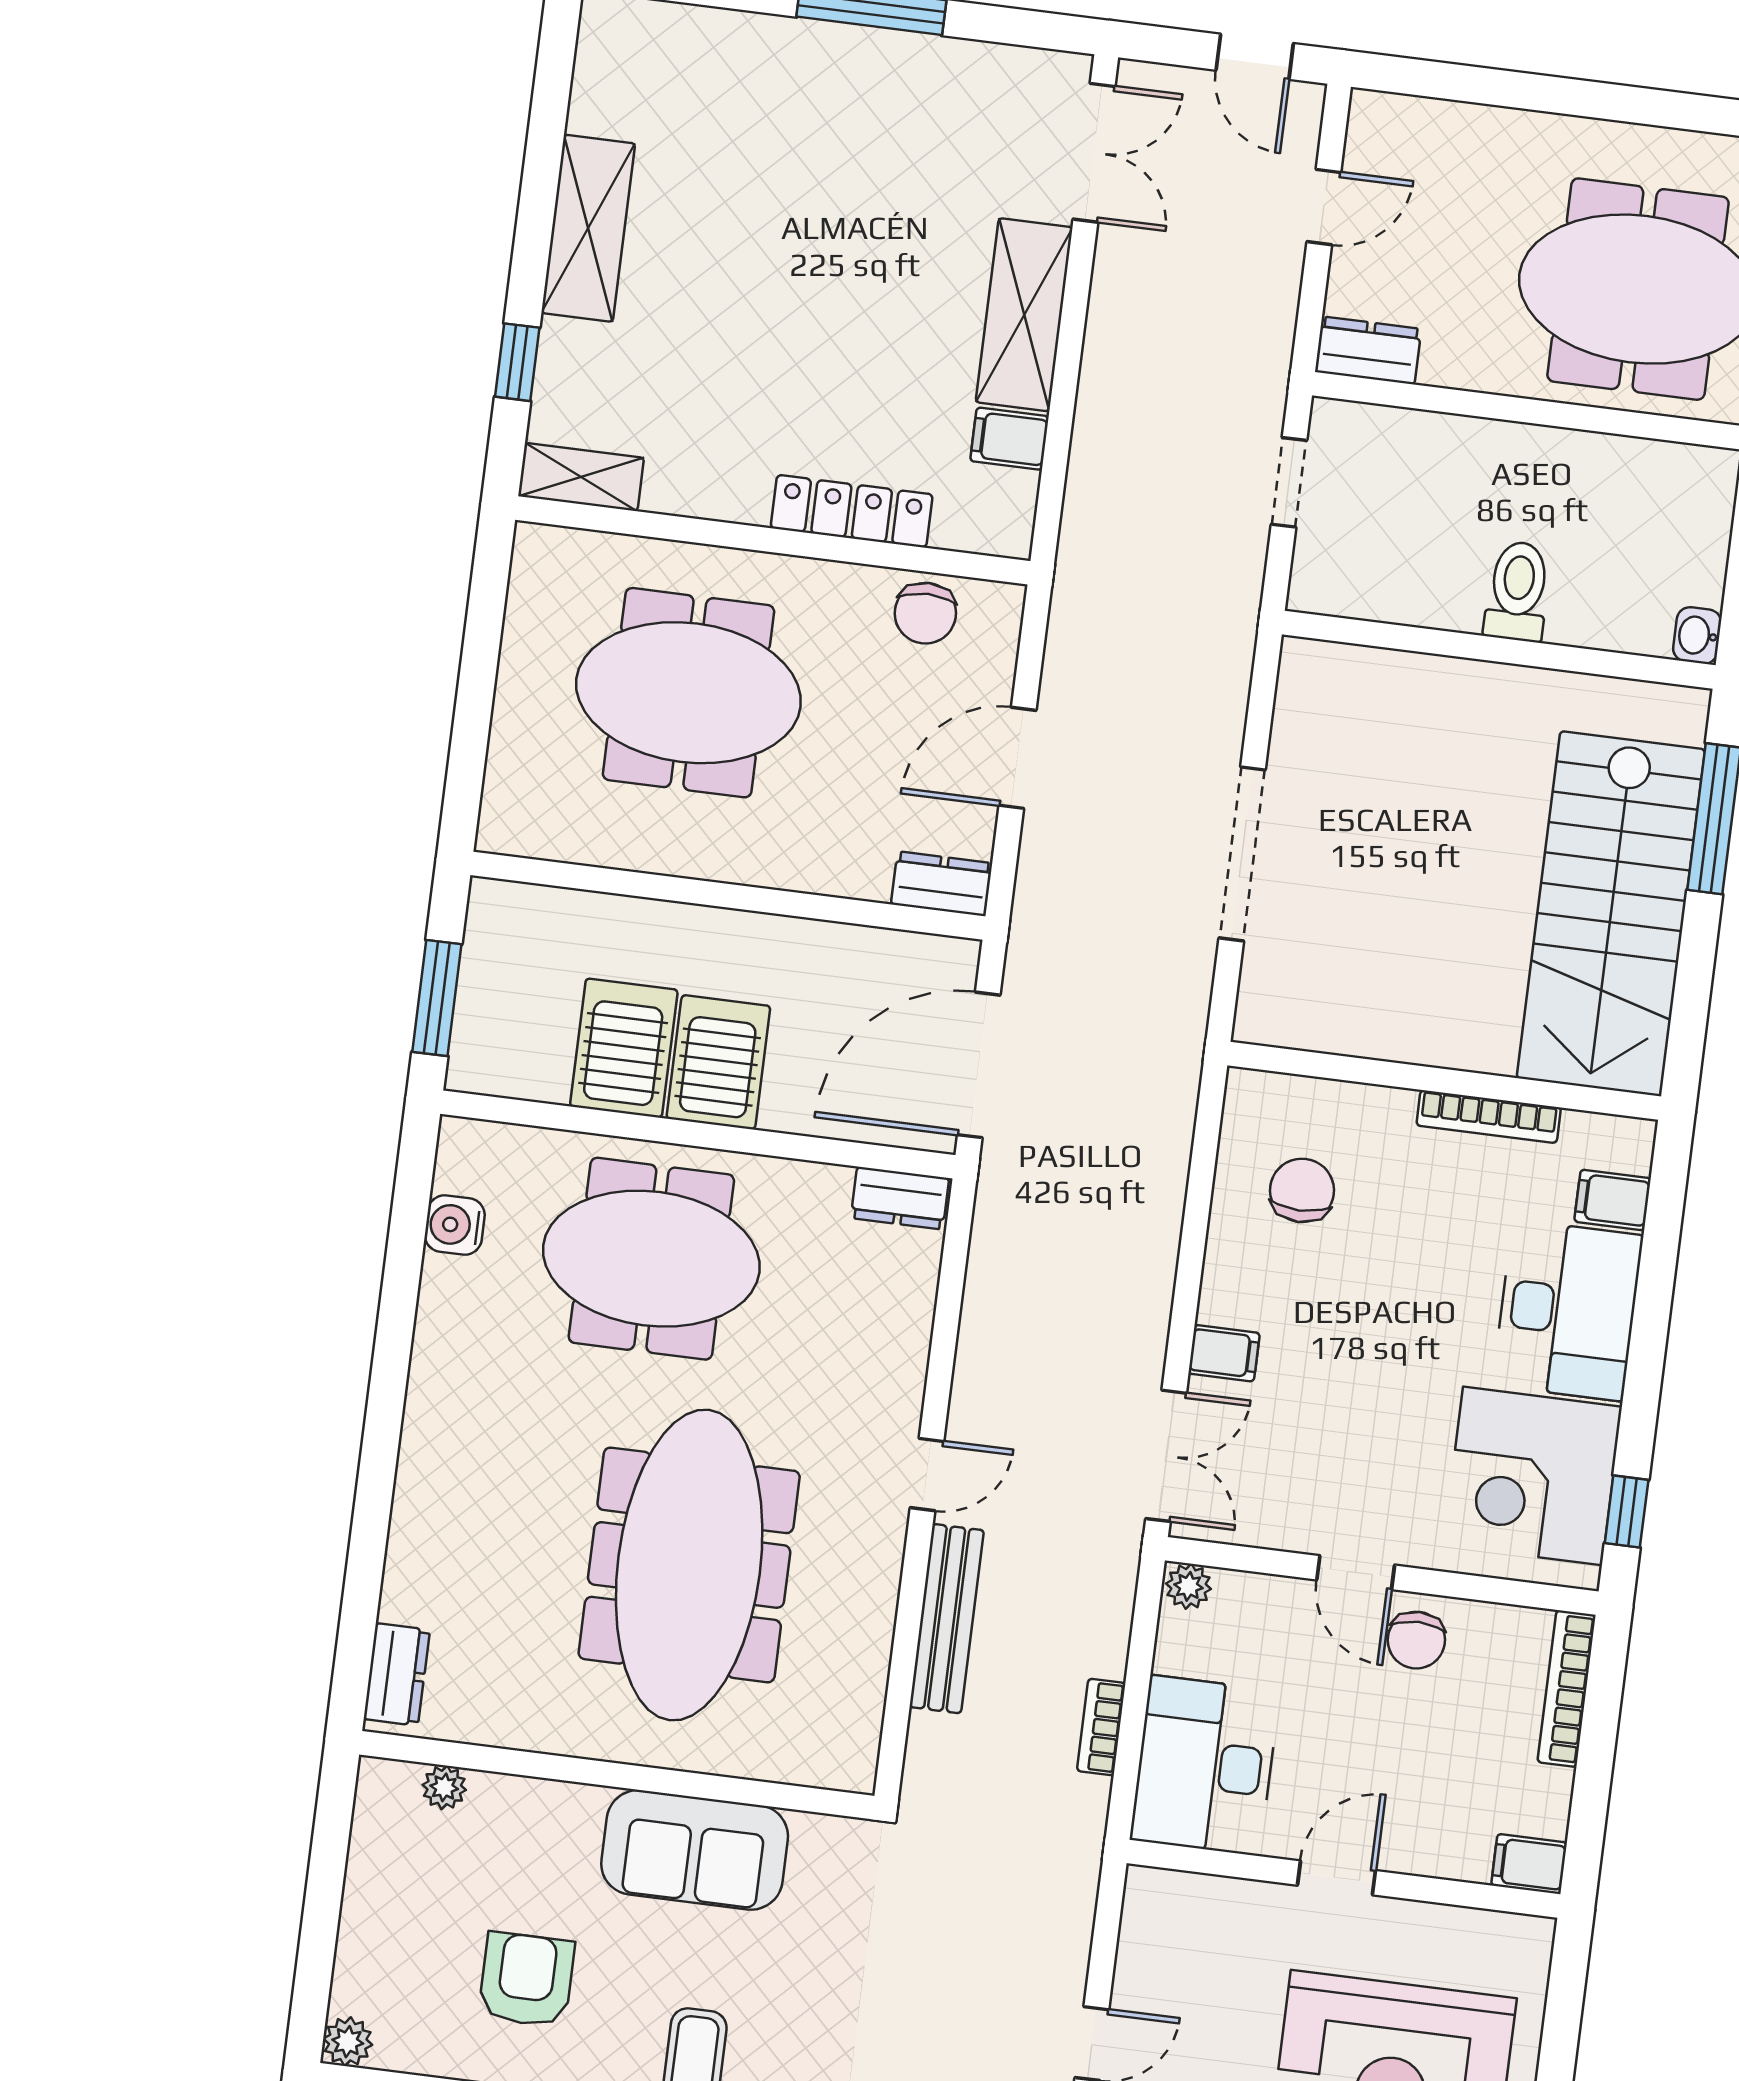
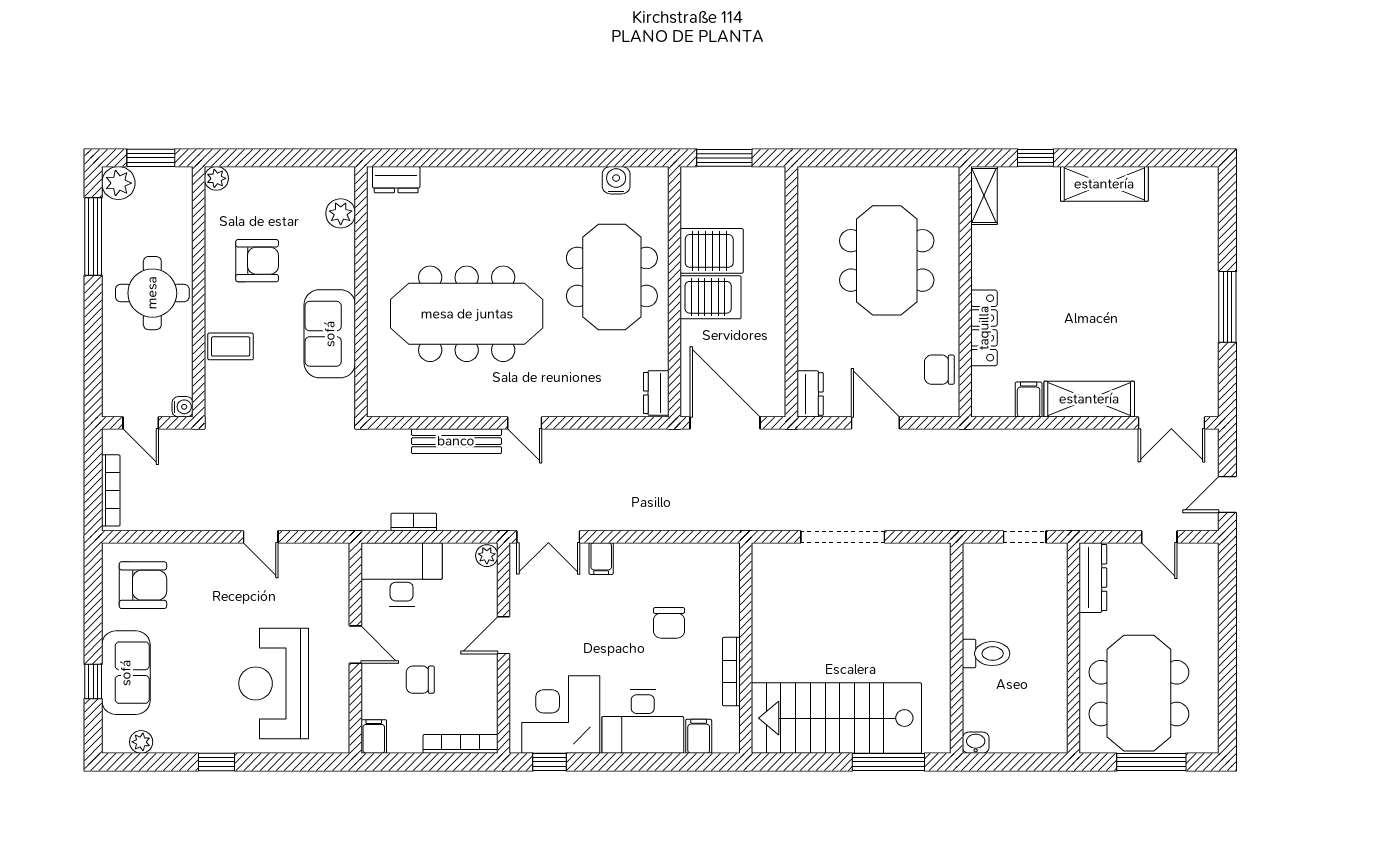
dresser: (1368, 350) -> (1093, 578), width x1.44
chair: (1302, 1190) -> (669, 623), moved, turned 90
chair: (1416, 1640) -> (420, 680), moved
plant: (444, 1787) -> (341, 213), width x1.38, depth x1.38

